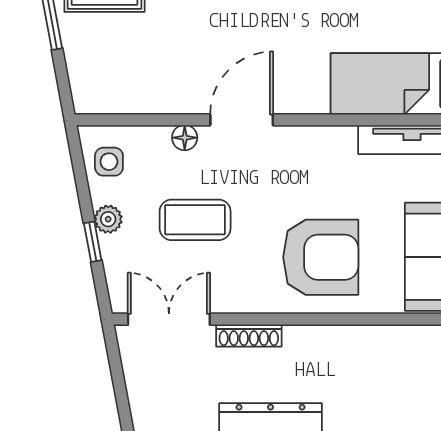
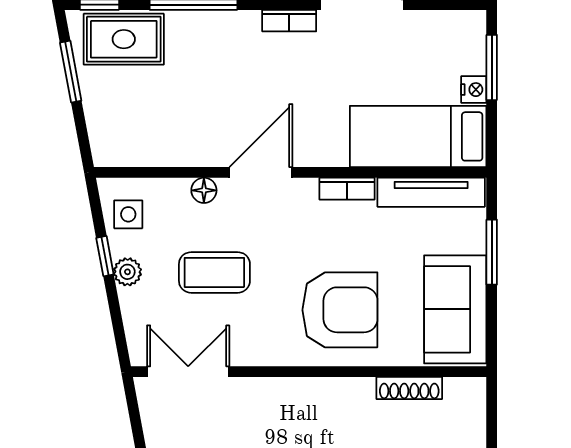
bookcase: (328, 136) -> (347, 189), added
window: (93, 242) -> (105, 256), moved
shoe rack: (249, 336) -> (409, 388), moved

